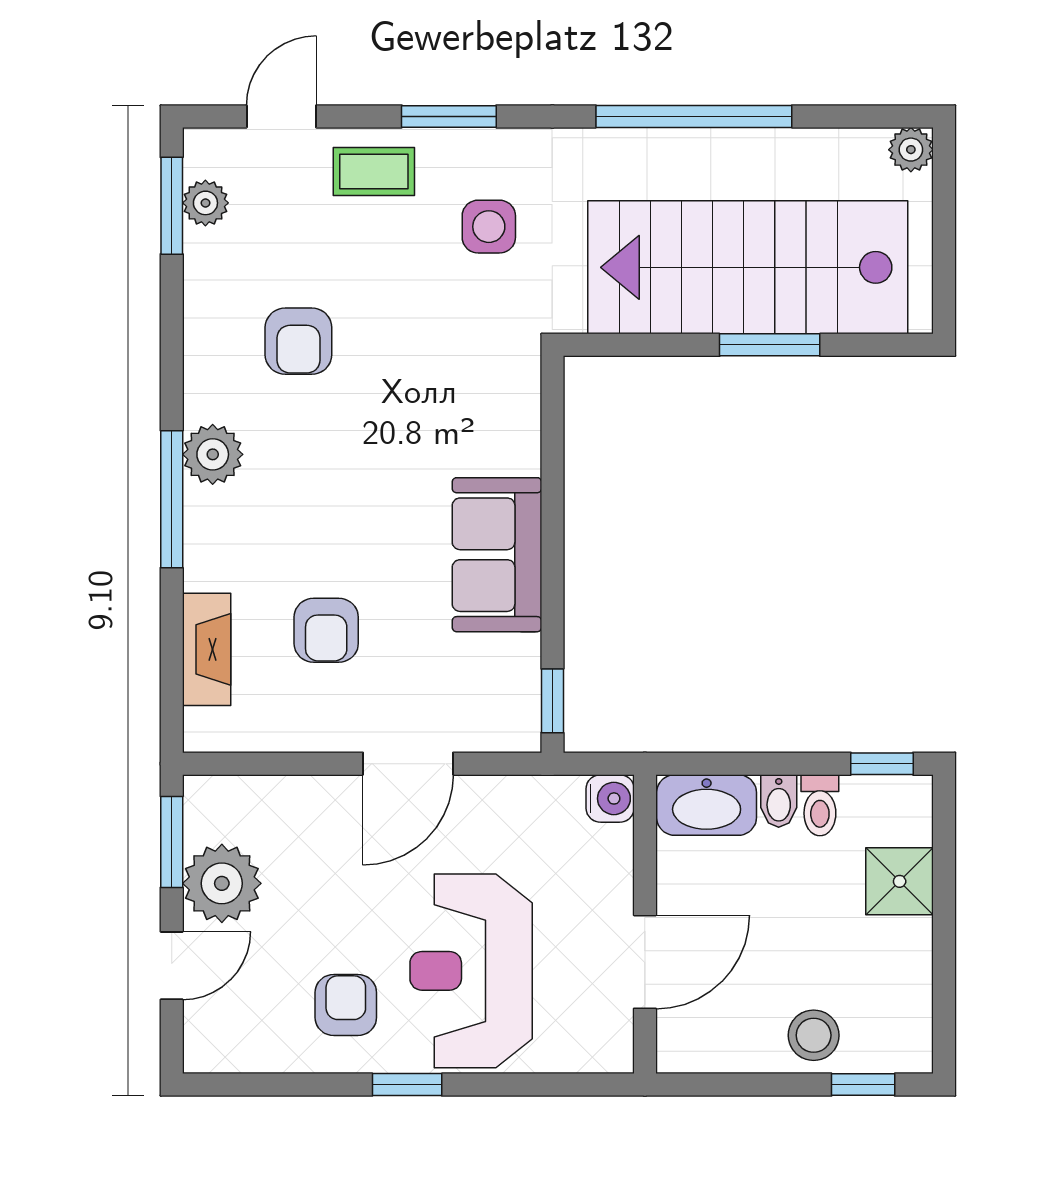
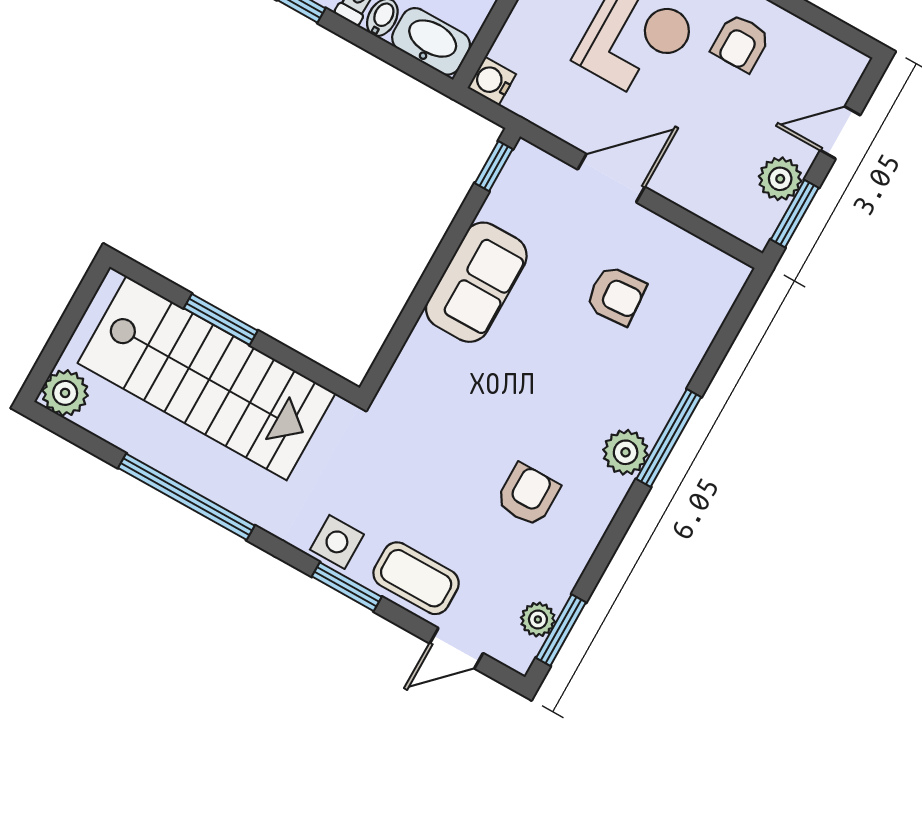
plant: (911, 150) -> (65, 393), width x1.38, depth x1.38
coffee table: (374, 172) -> (416, 578), width x1.36, depth x1.30
side table: (489, 227) -> (337, 542), moved
armchair: (326, 630) -> (616, 295), turned 86
fireplace: (207, 649) -> (701, 327), removed
plant: (222, 883) -> (780, 179), width x0.73, depth x0.73

